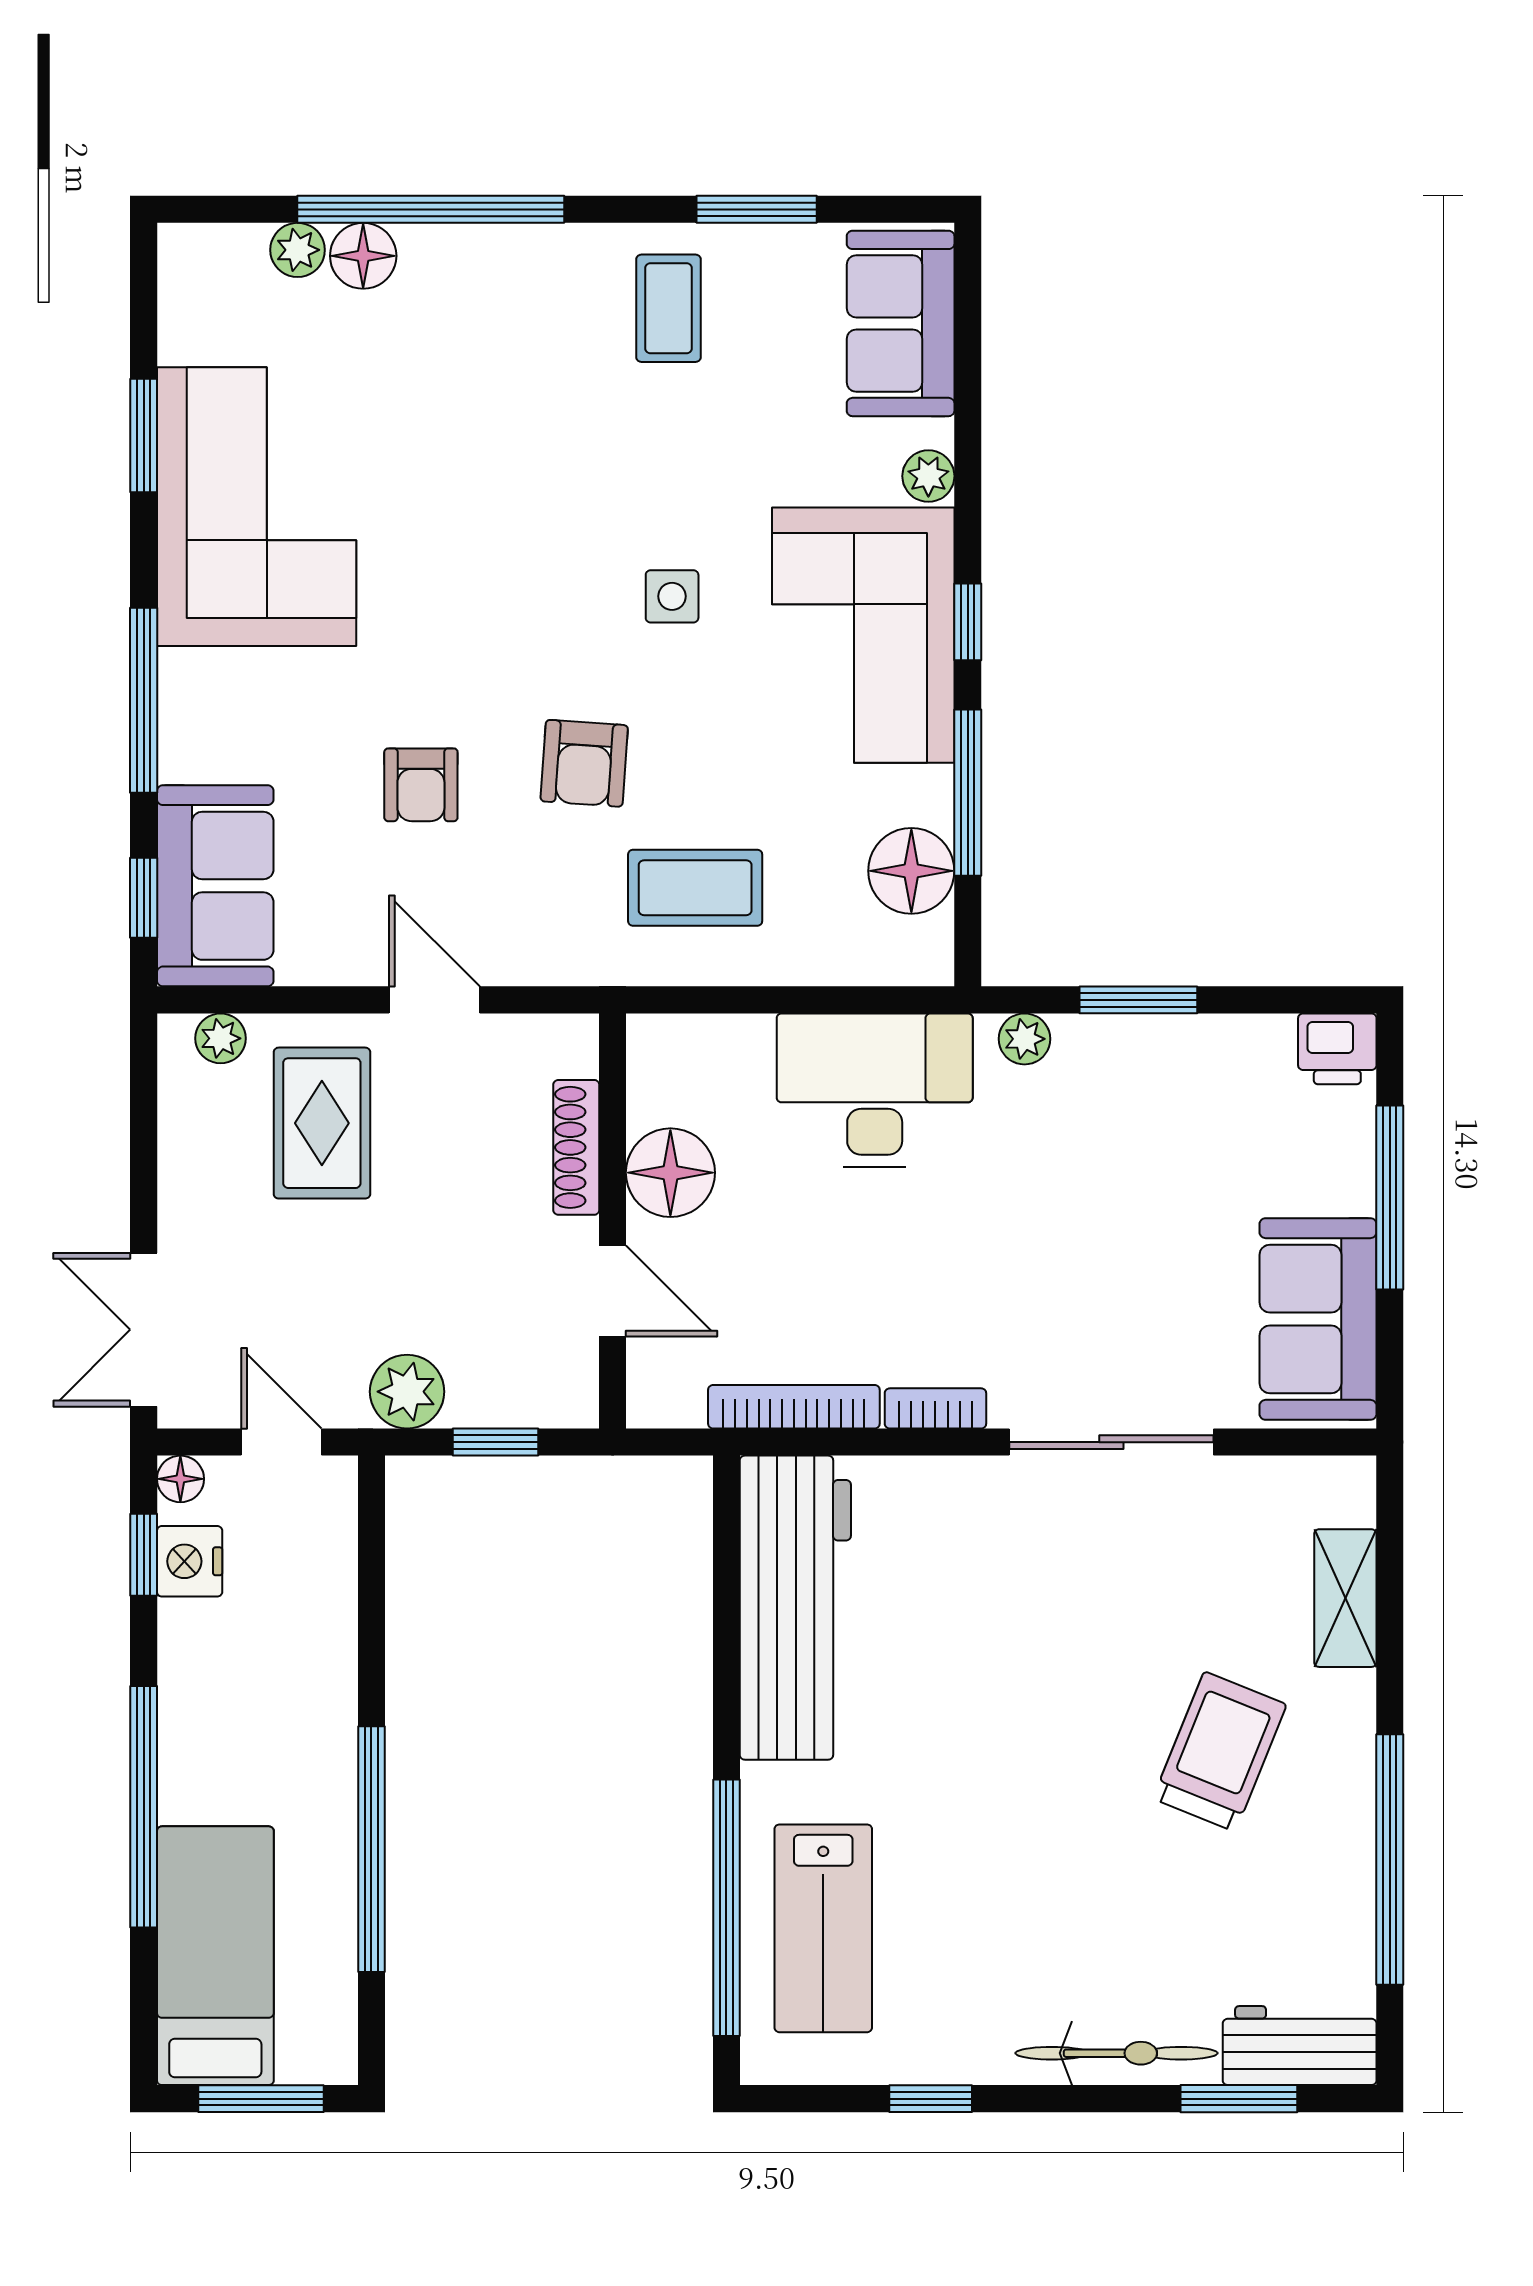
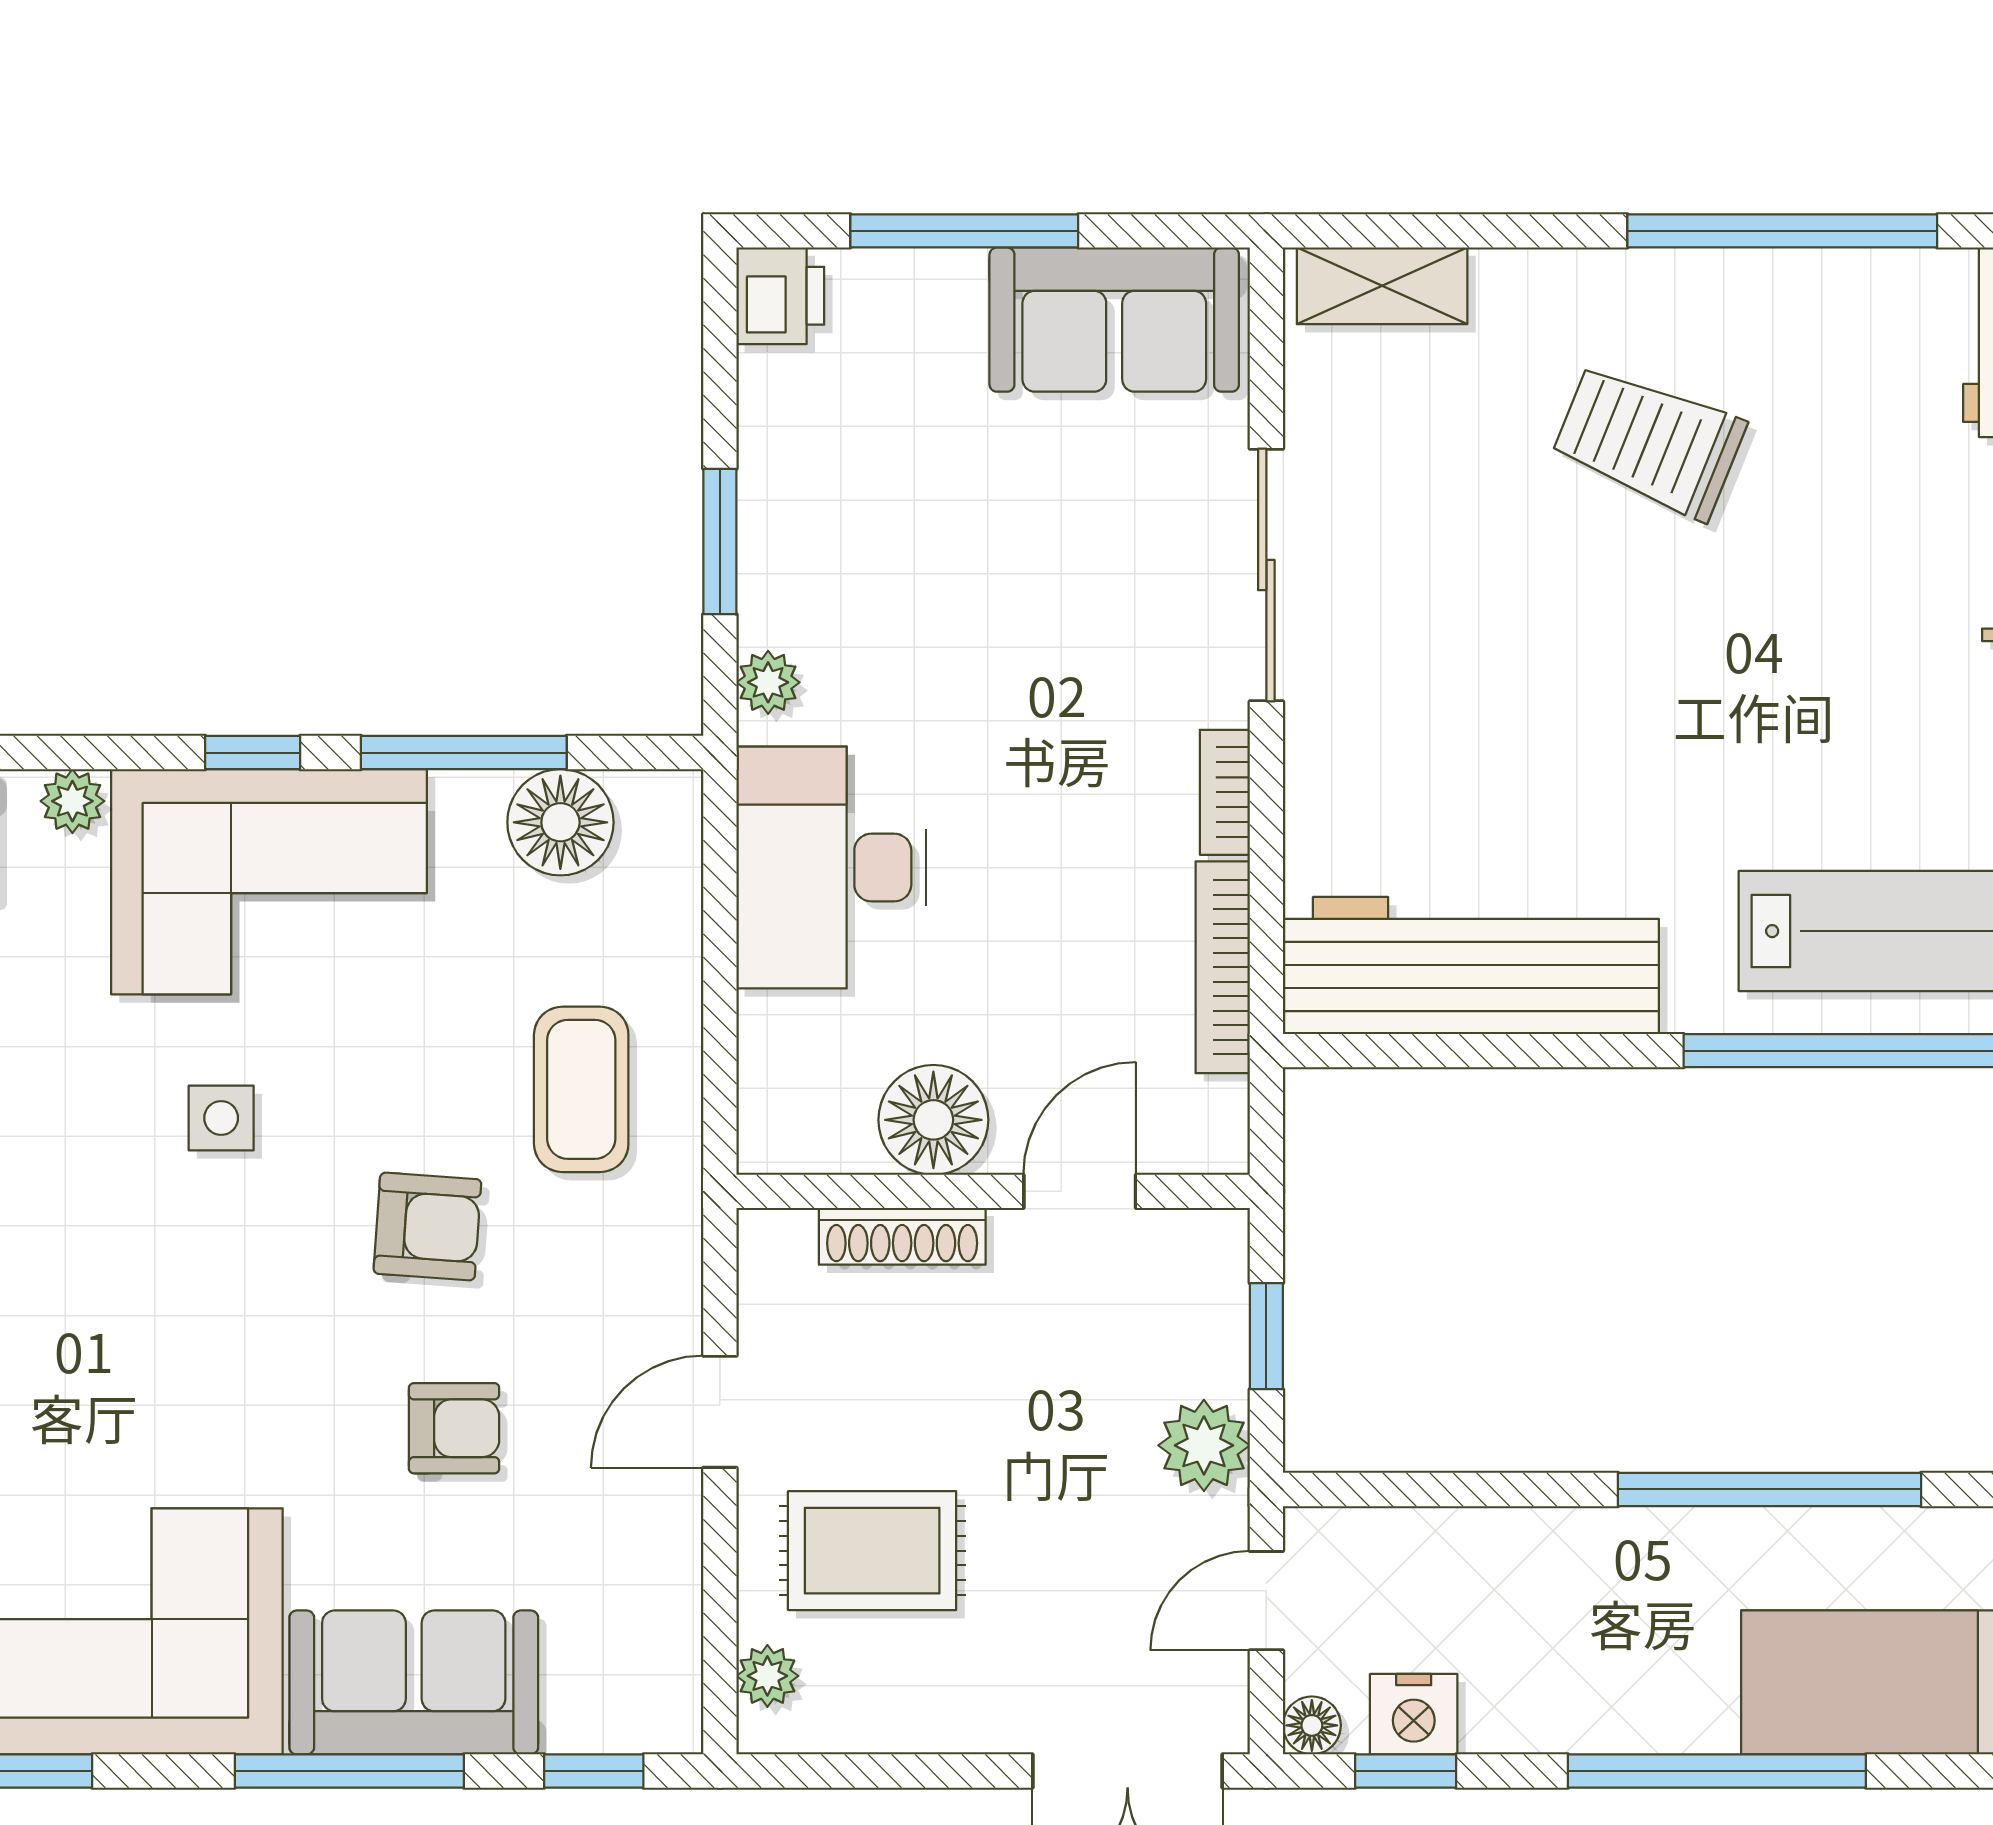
sofa: (215, 886) -> (414, 1682), moved
shelving: (1345, 1598) -> (1382, 286), moved

